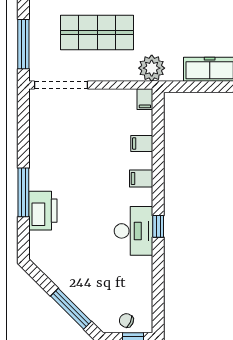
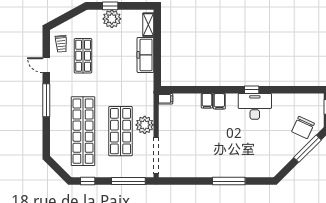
plant: (152, 68) -> (145, 125), moved
filing cabinet: (142, 144) -> (207, 101), moved
printer: (43, 211) -> (241, 168), removed
chair: (126, 320) -> (303, 128), moved, width x1.87, depth x1.87

